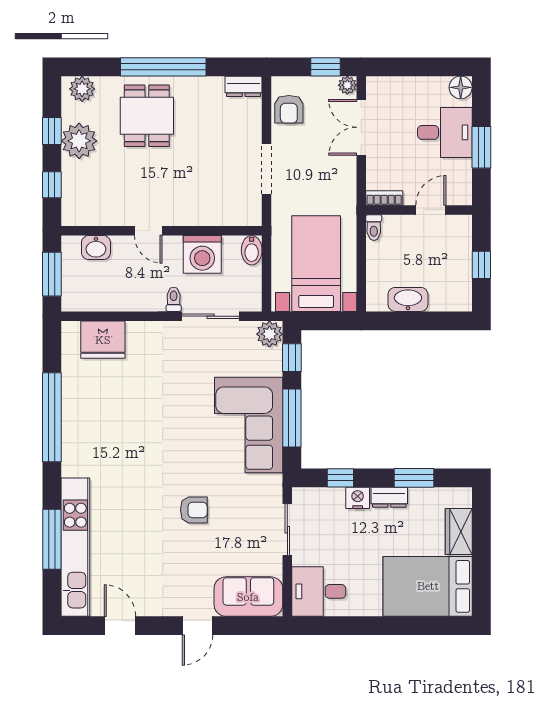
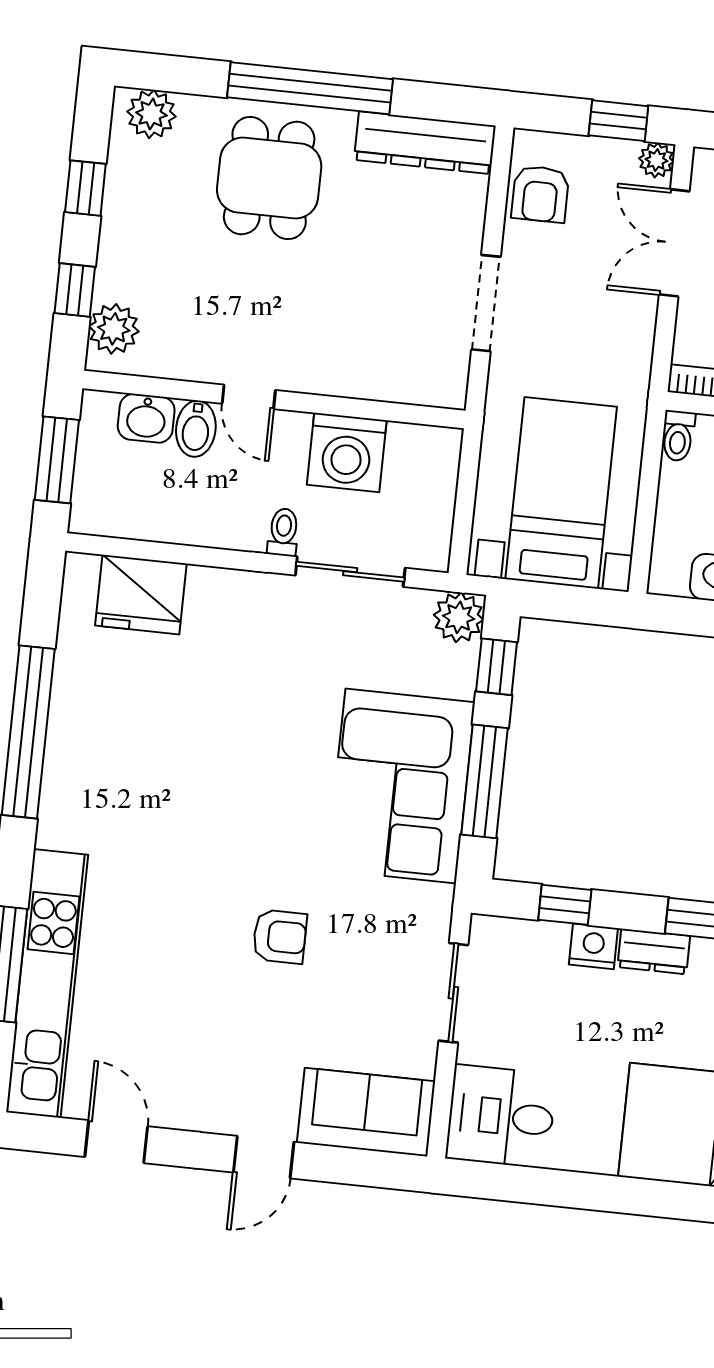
dresser: (244, 86) -> (425, 143), width x1.96, depth x1.24
plant: (79, 141) -> (114, 329), moved, width x0.73, depth x0.73
bidet: (252, 250) -> (196, 429), moved

